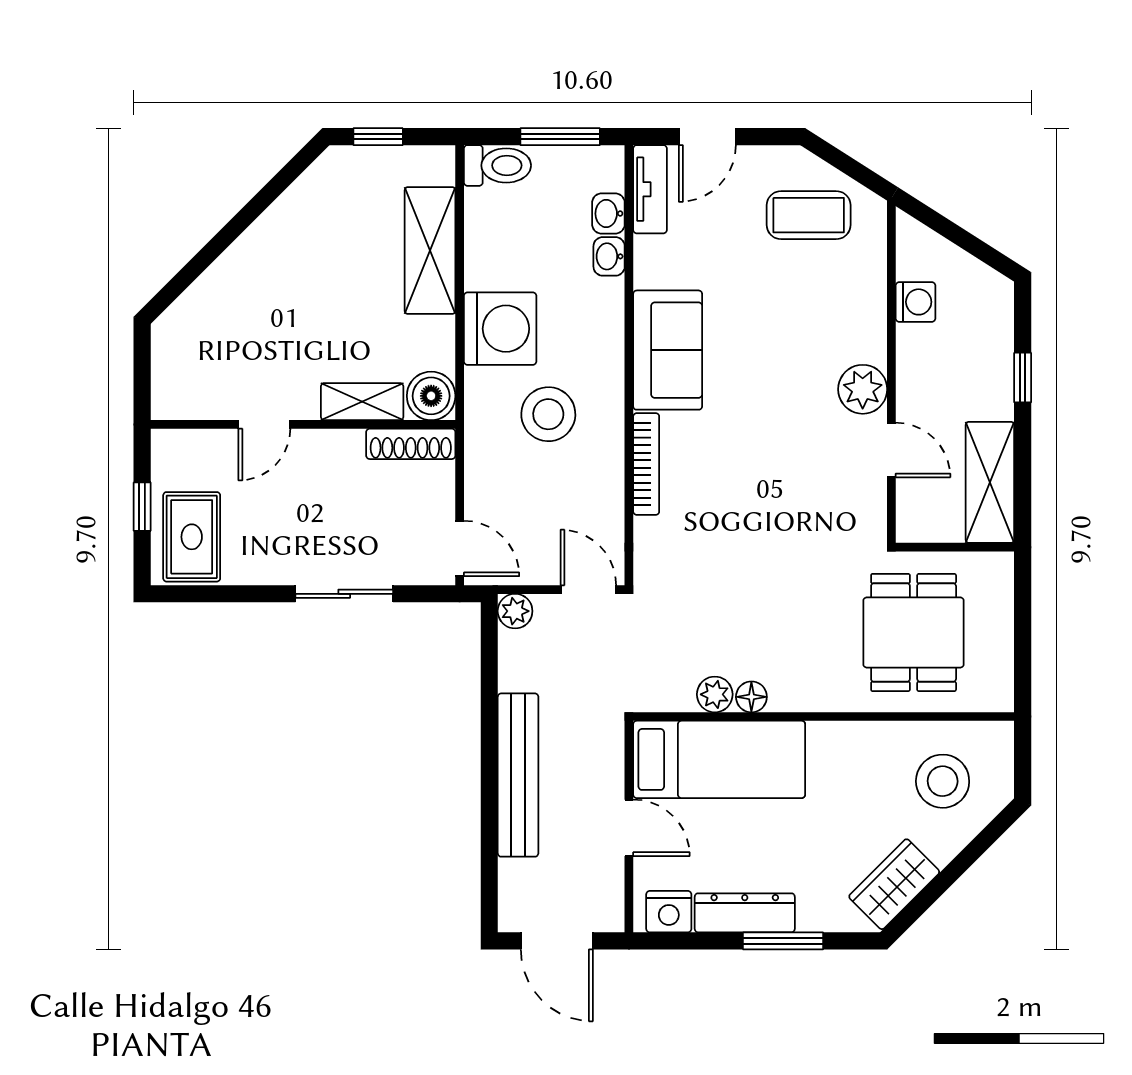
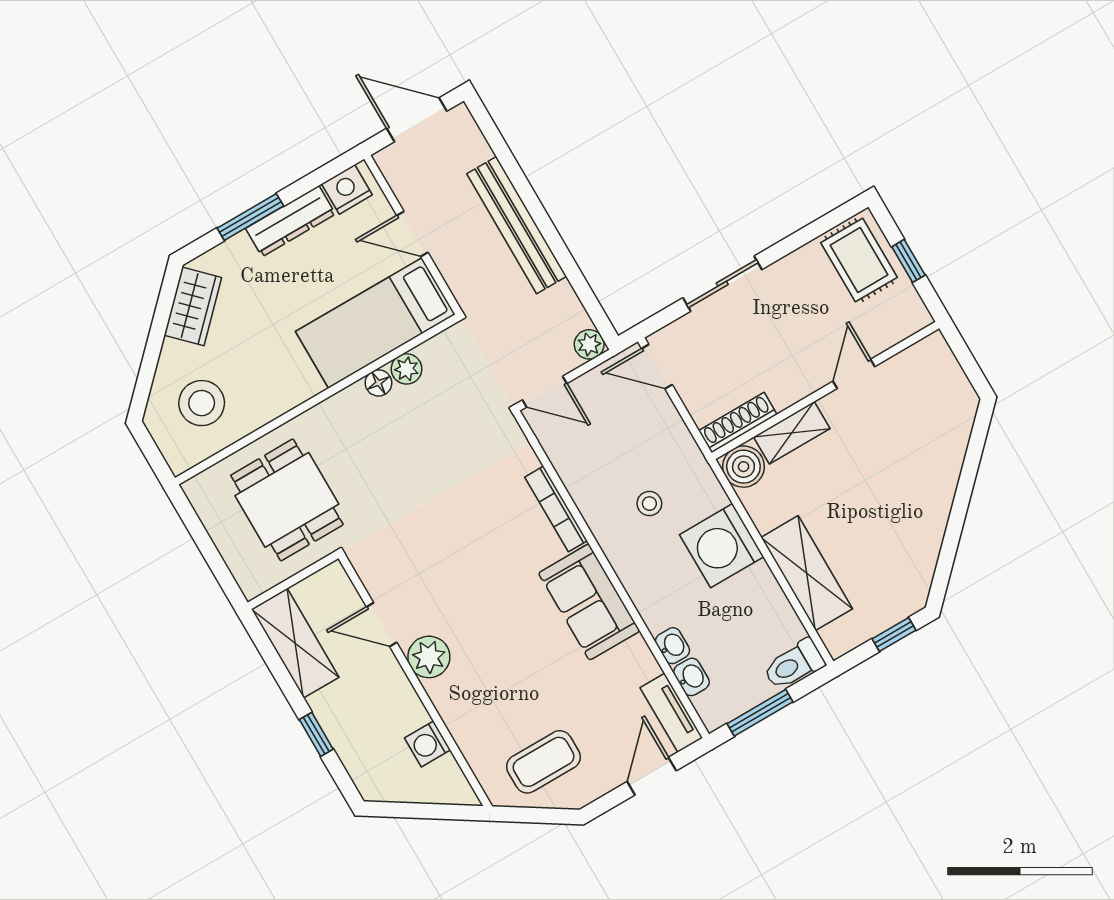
stool: (548, 414) -> (649, 504), width x0.53, depth x0.53

